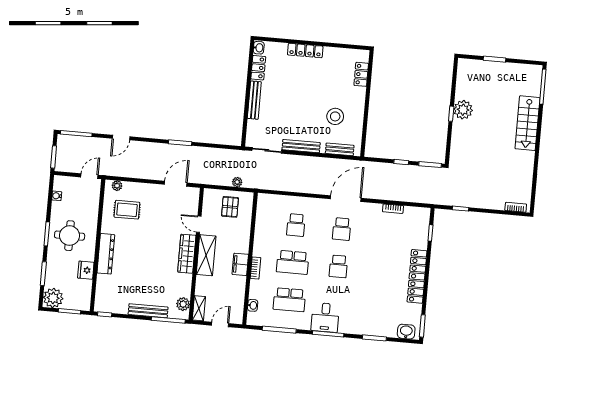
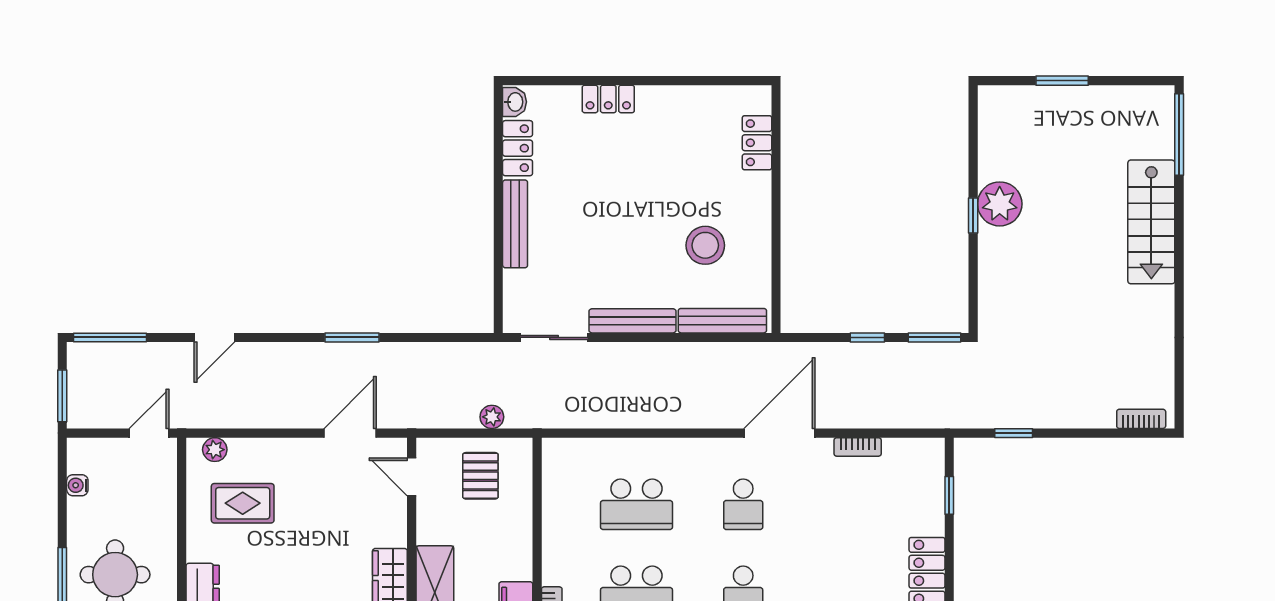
locker: (305, 51) -> (608, 99), width x0.66
bench: (340, 149) -> (722, 321), width x1.36
door: (346, 199) -> (779, 433), moved
door: (199, 224) -> (412, 477), moved
school desk: (296, 225) -> (636, 504), width x1.85

